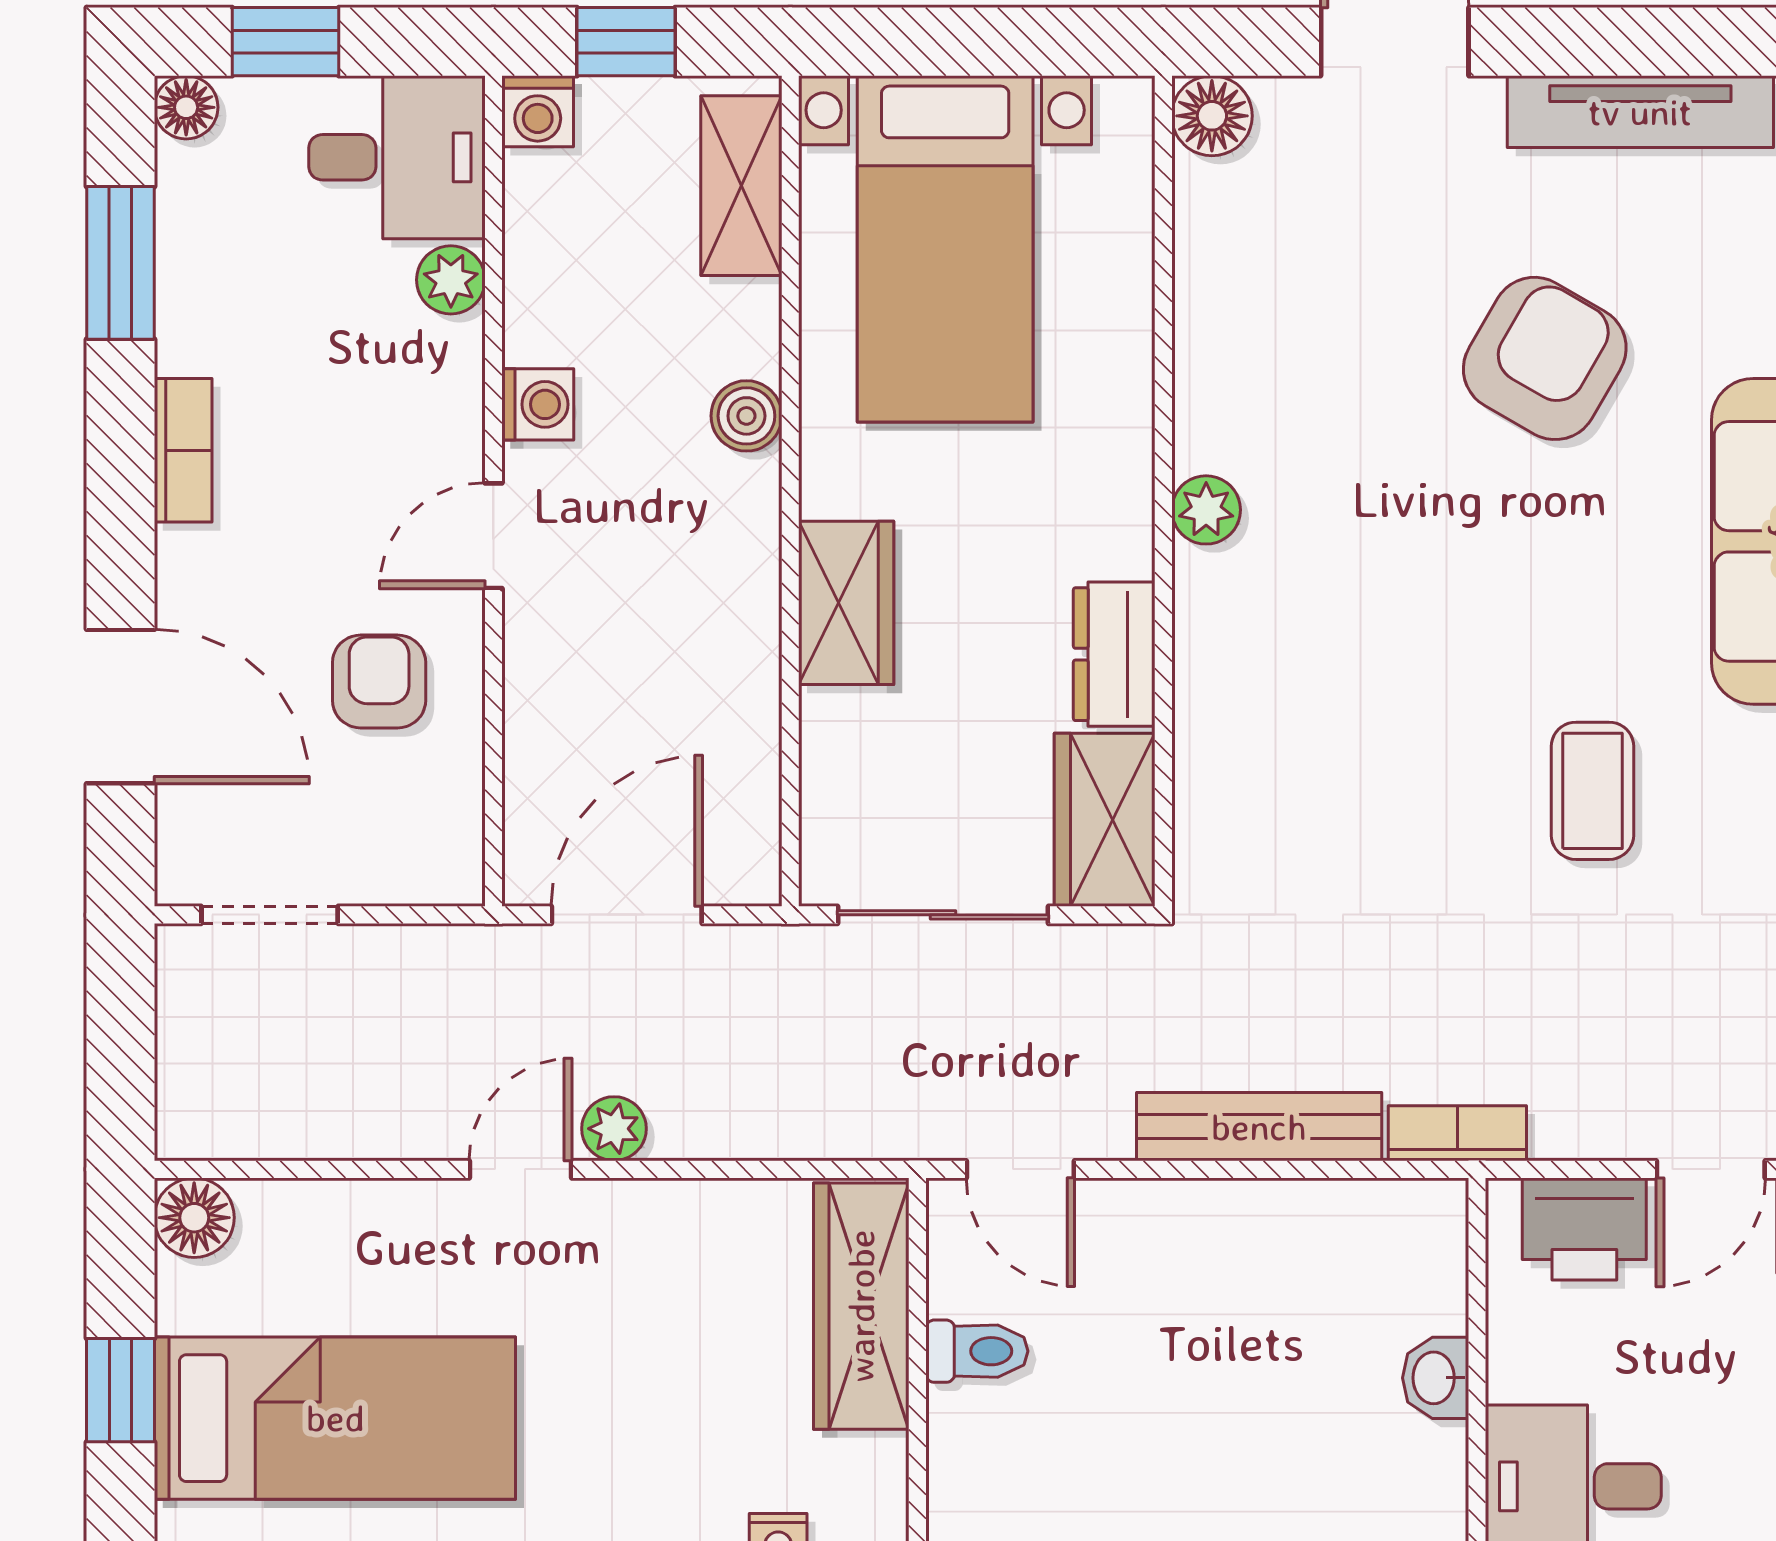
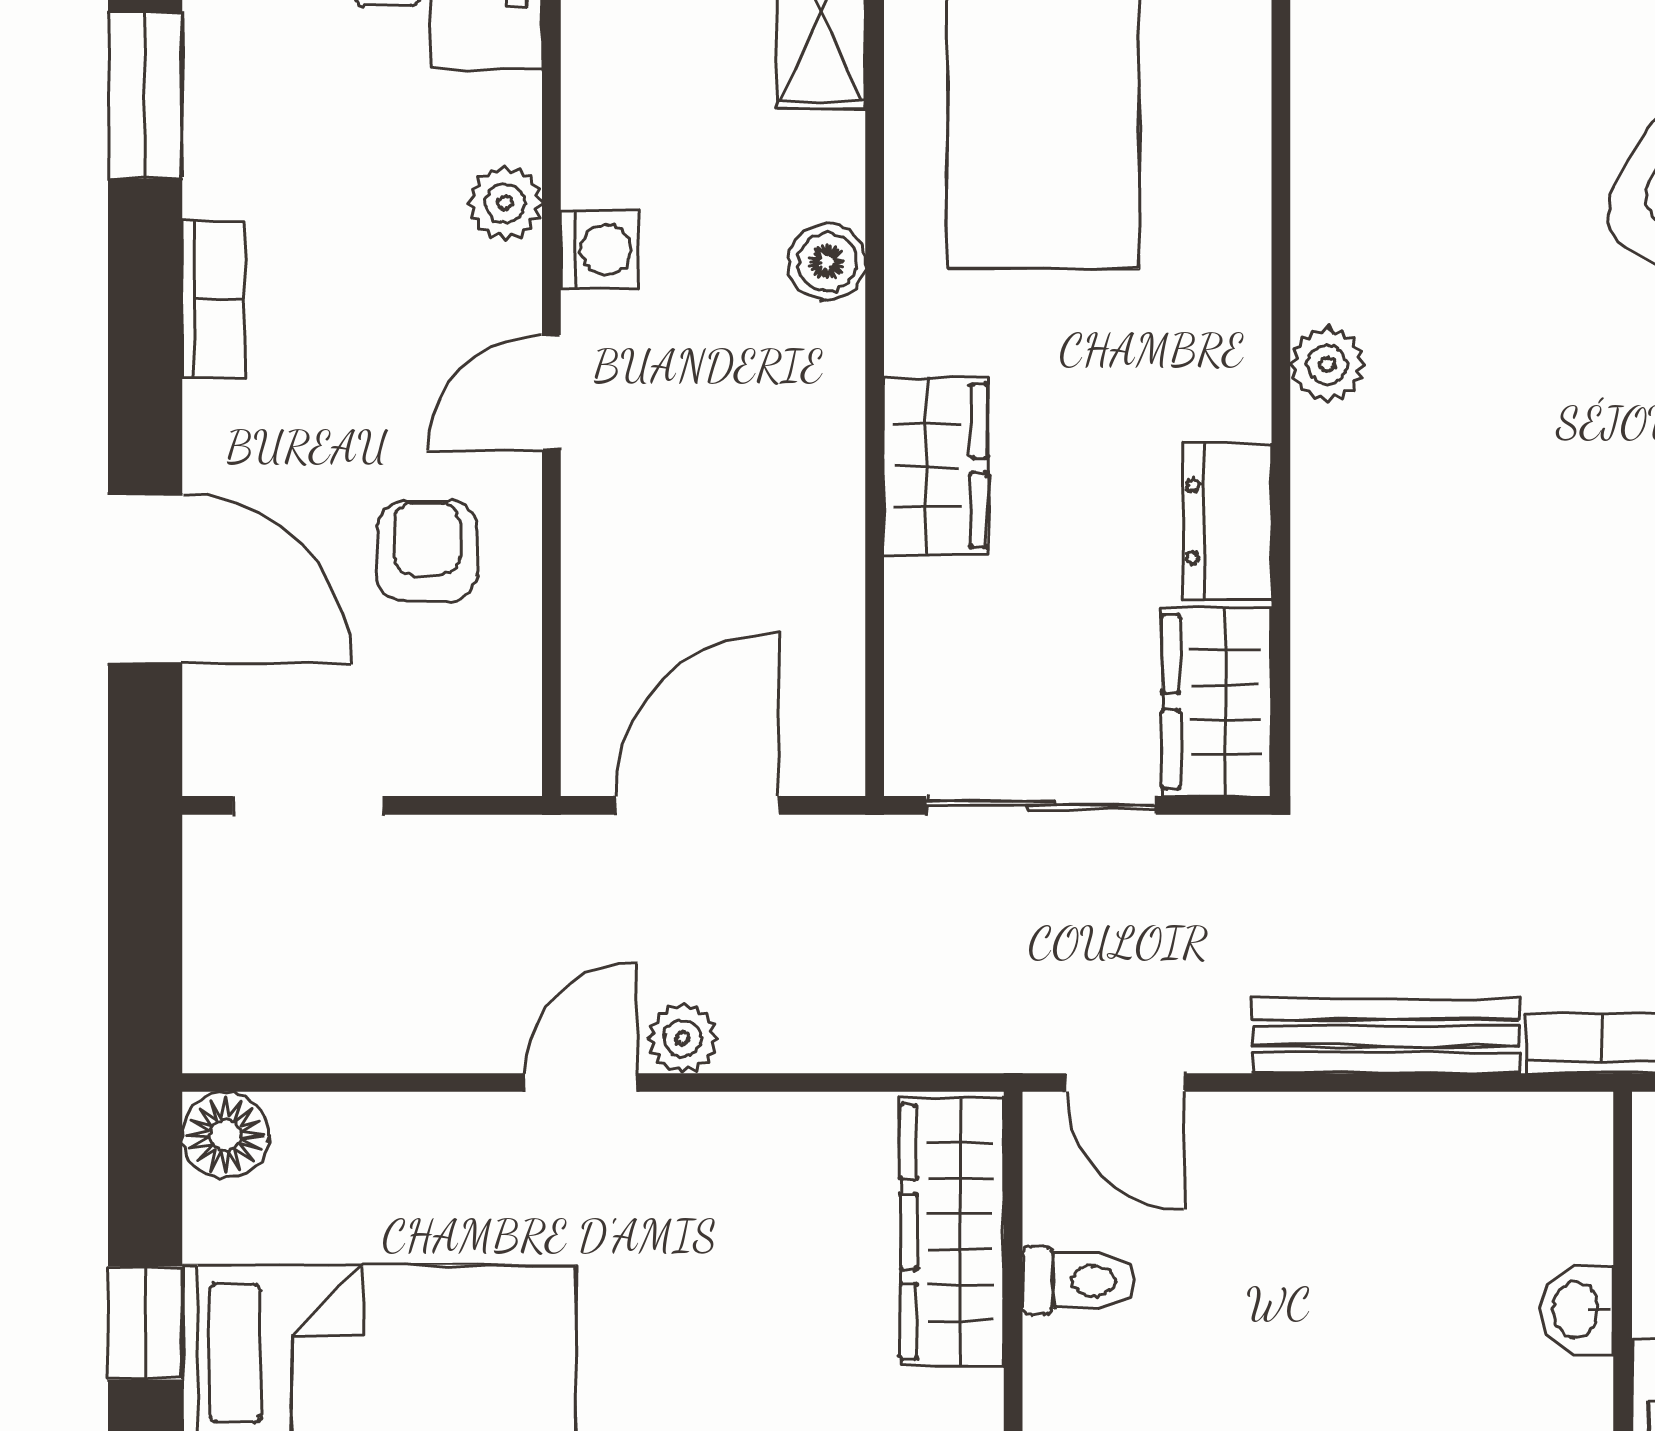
plant: (451, 280) -> (505, 203), moved

